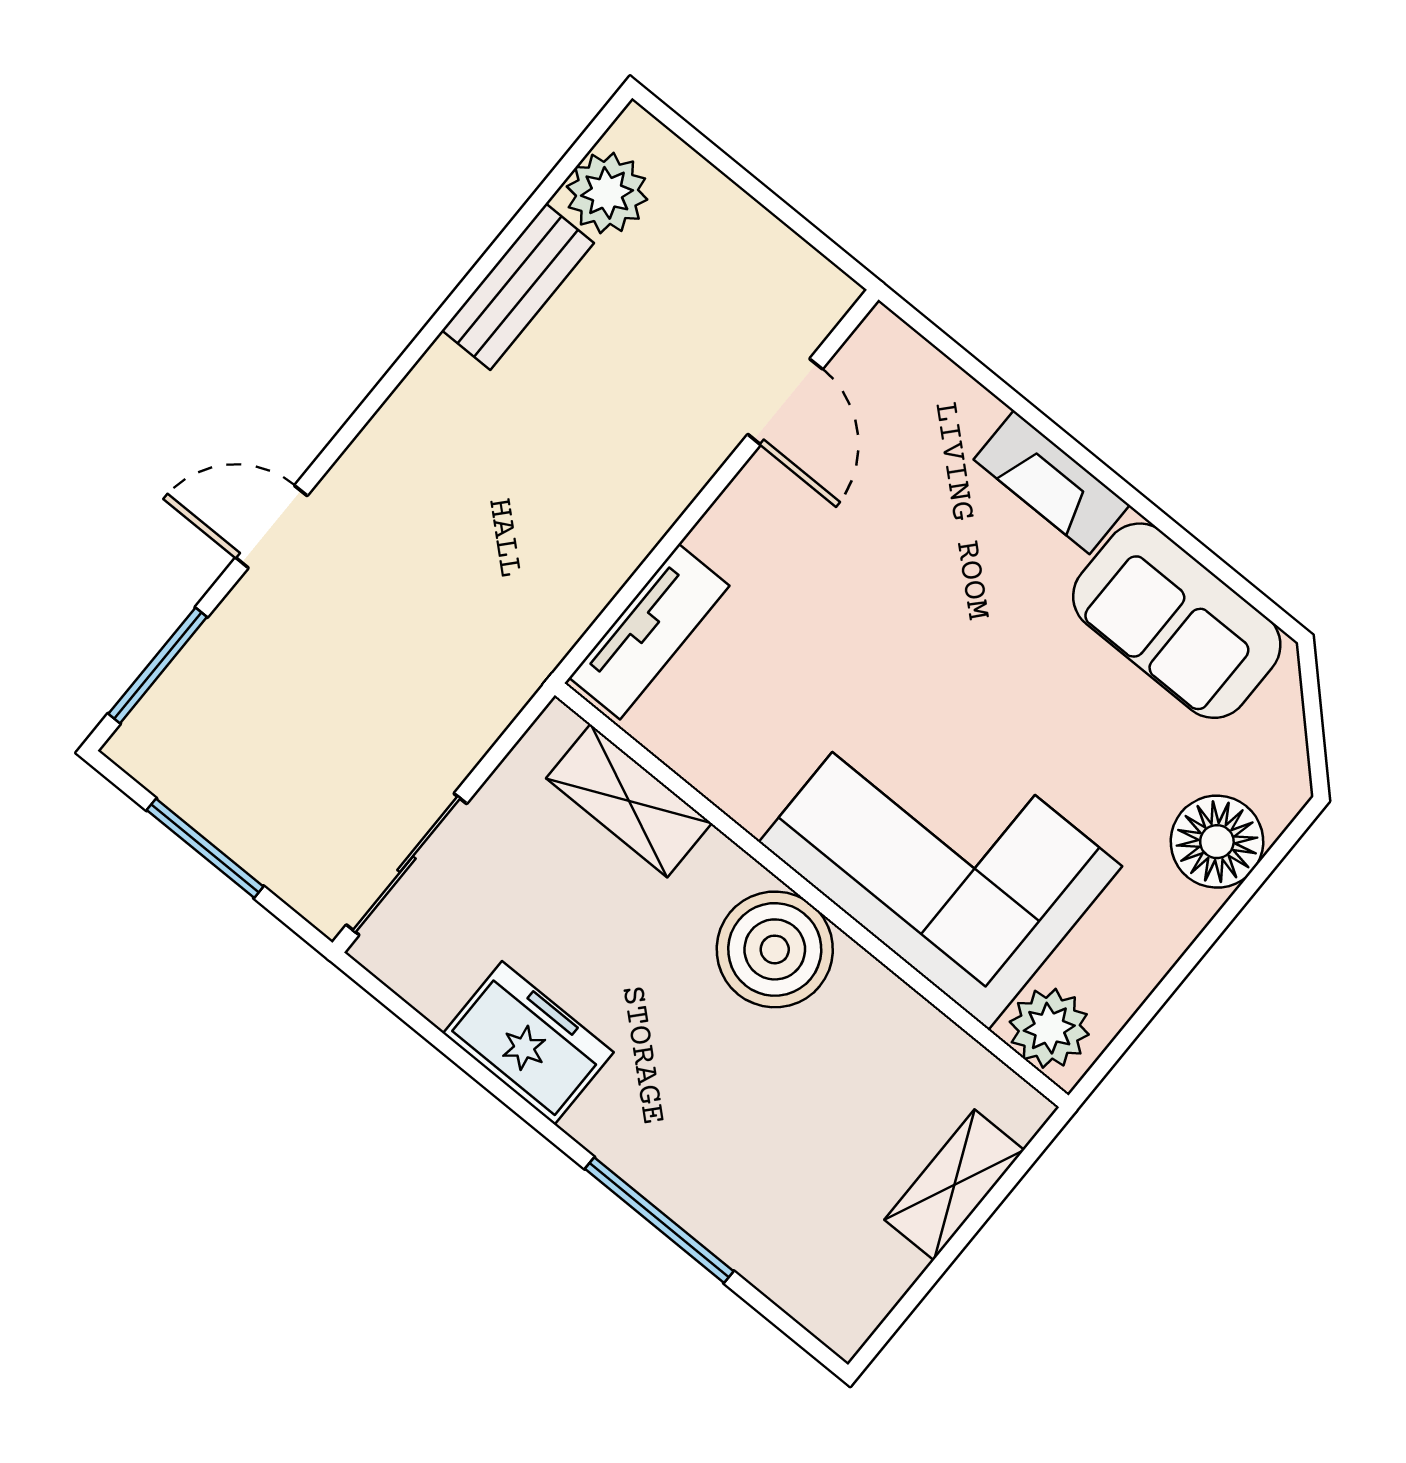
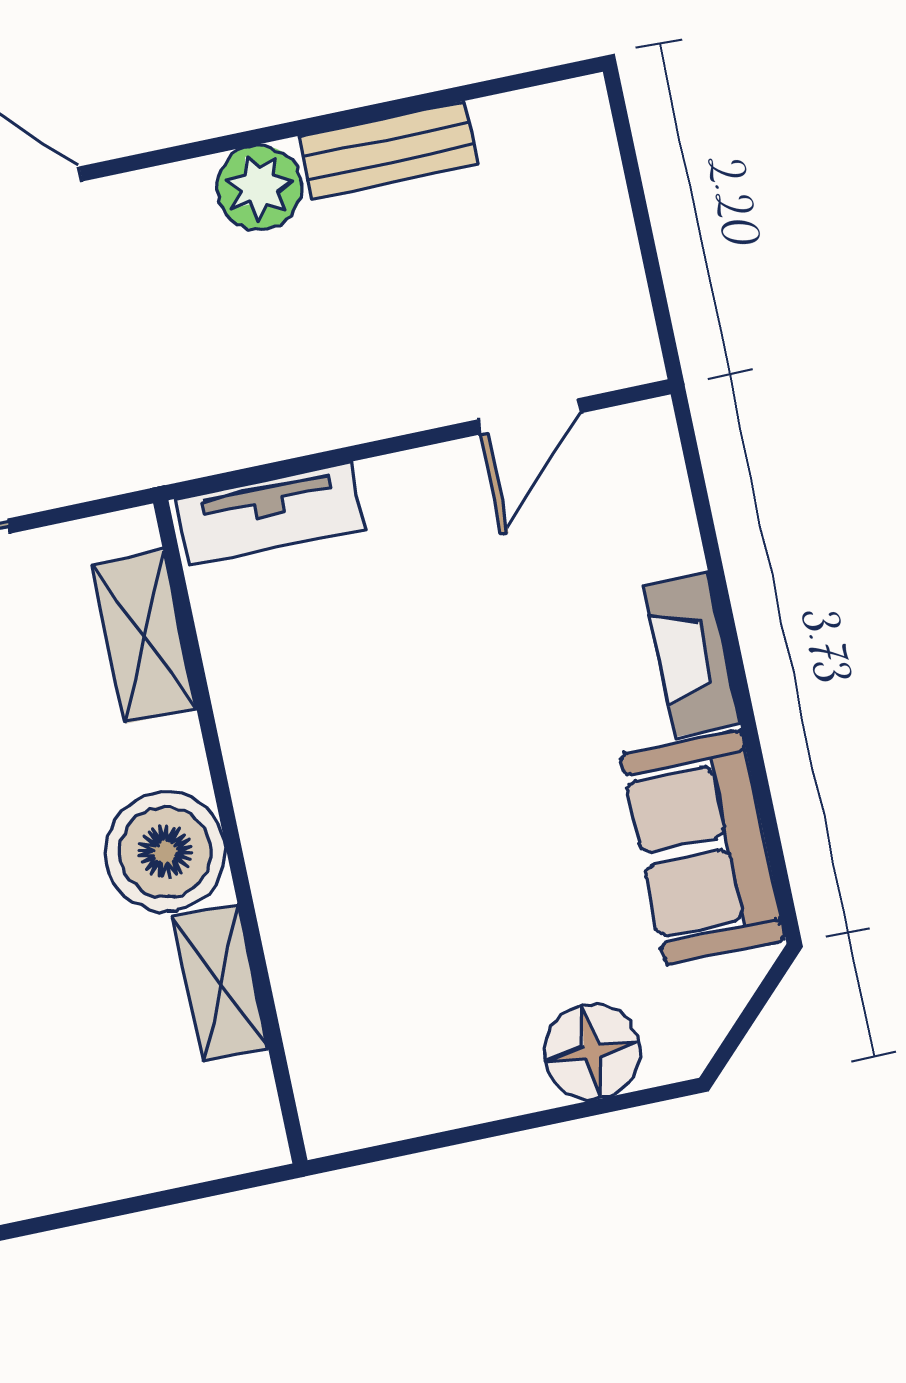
plant: (607, 193) -> (259, 187), moved
corner sofa: (940, 854) -> (361, 882), removed
plant: (1049, 1028) -> (336, 1093), removed
shelving: (954, 1185) -> (220, 983), moved, turned 90

